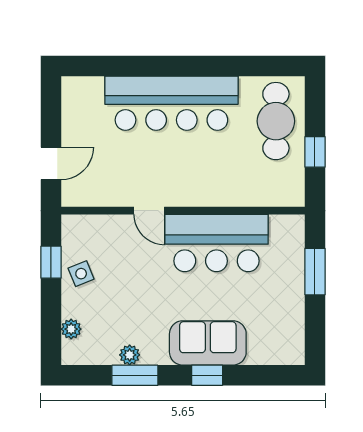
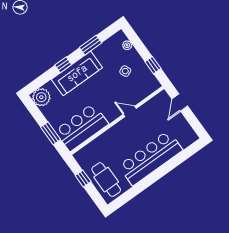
bar counter: (216, 243) -> (82, 127), moved
side table: (81, 274) -> (125, 71), moved
sofa: (208, 343) -> (77, 73), width x1.36
plant: (130, 355) -> (41, 97), moved, width x1.87, depth x1.87

